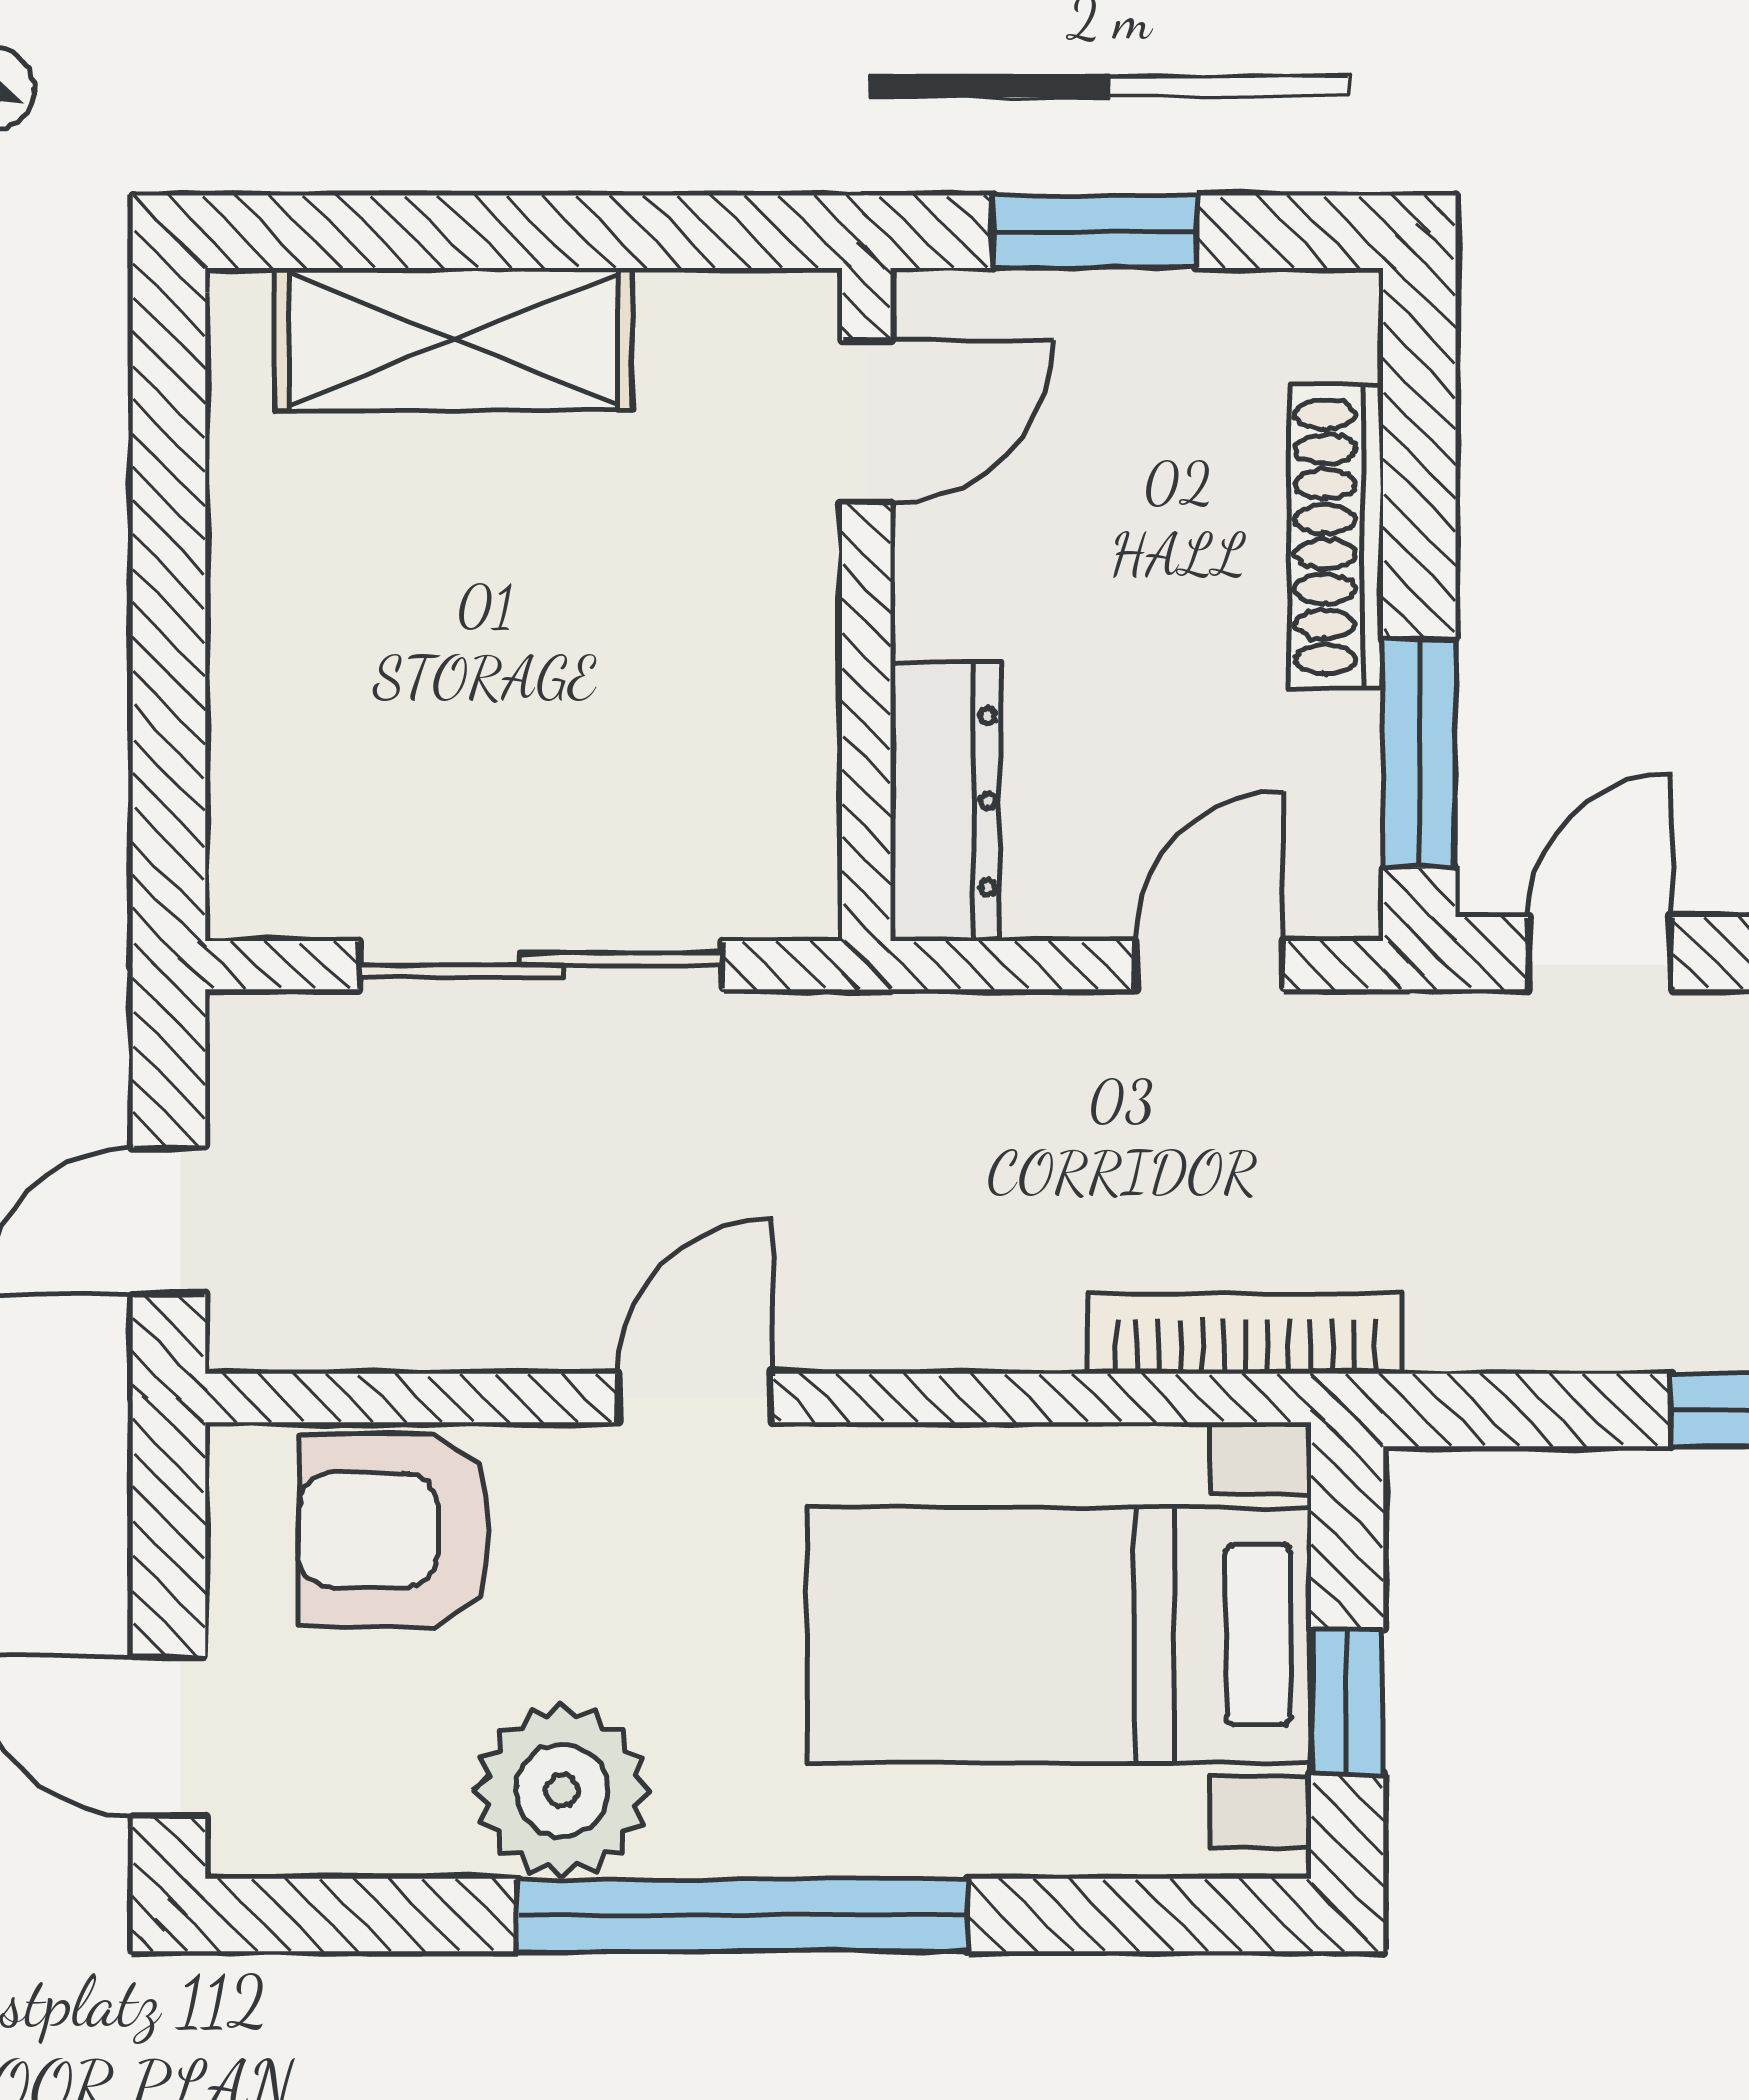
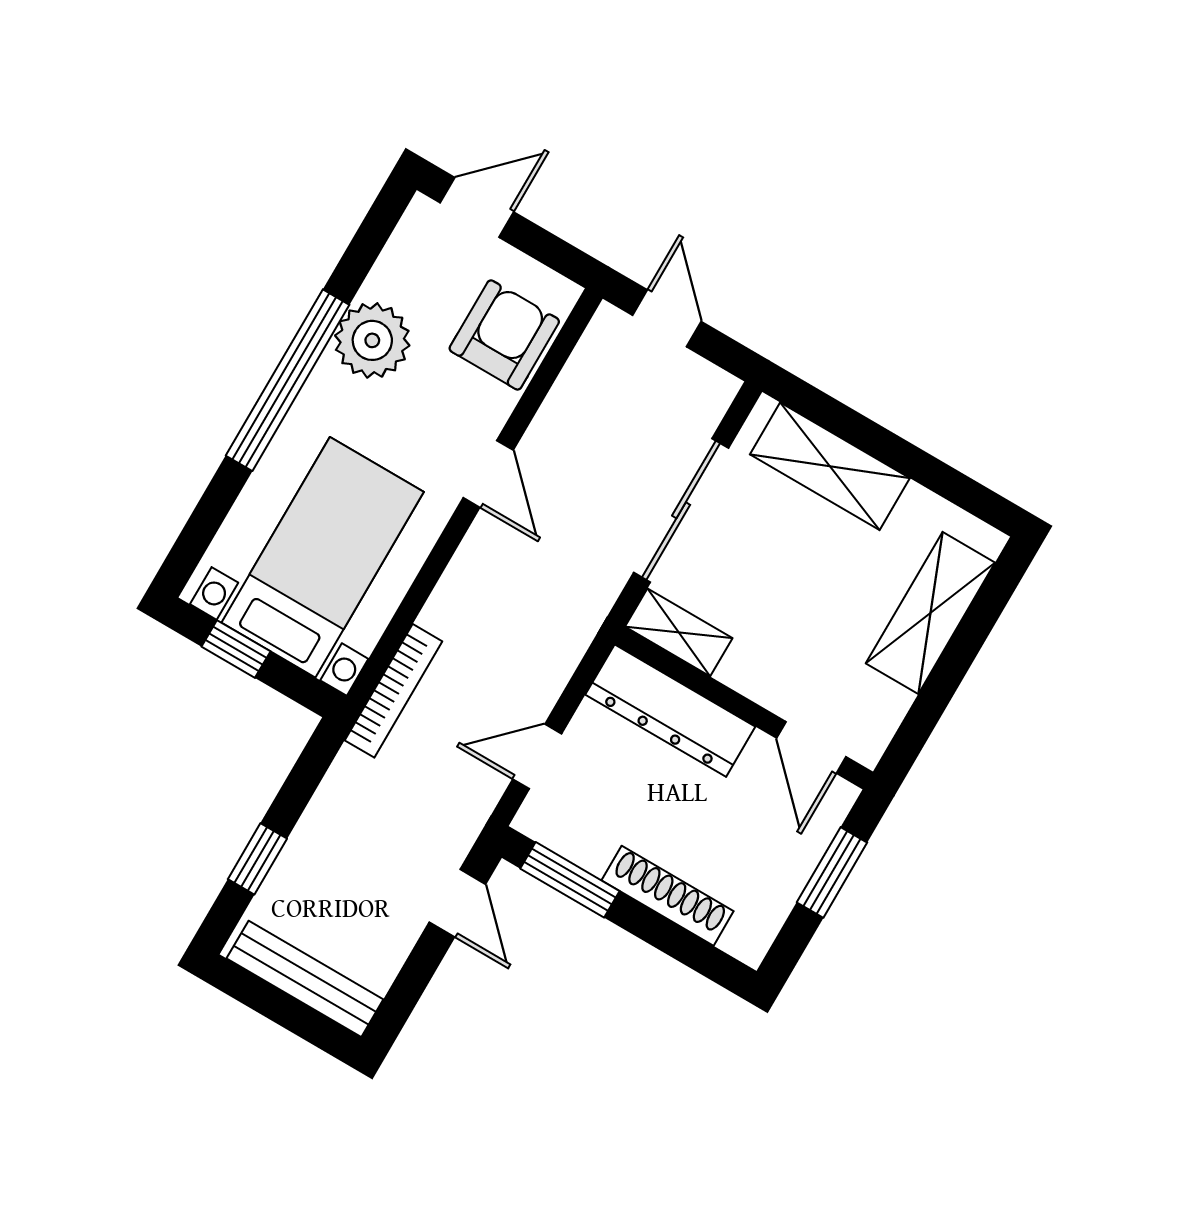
shelving: (276, 716) -> (830, 466), added
dresser: (945, 801) -> (670, 711), width x1.37, depth x1.24
shelving: (790, 826) -> (679, 632), added
door: (1209, 965) -> (537, 756), swing flipped

